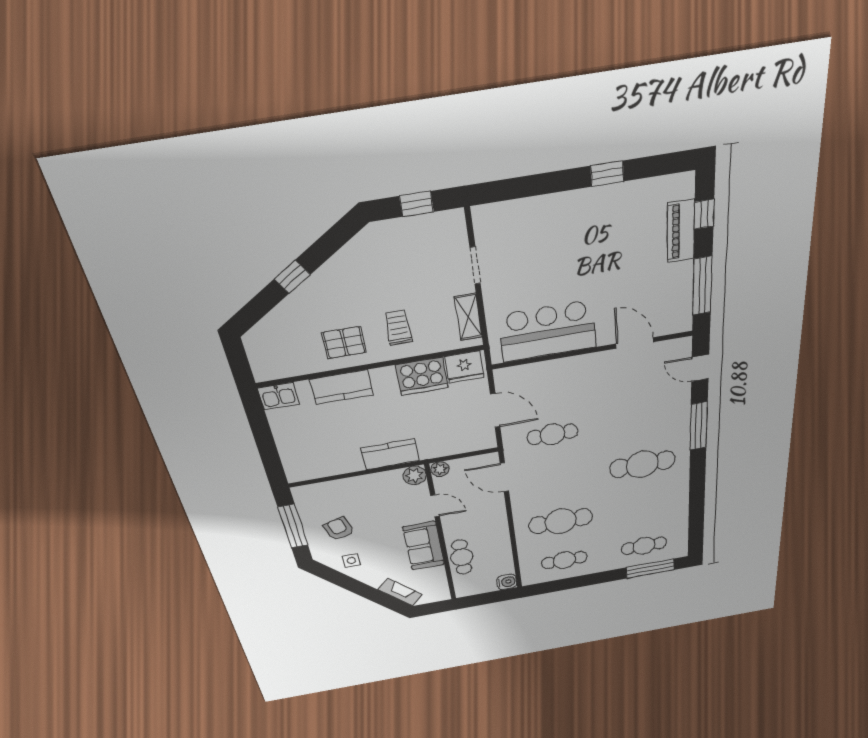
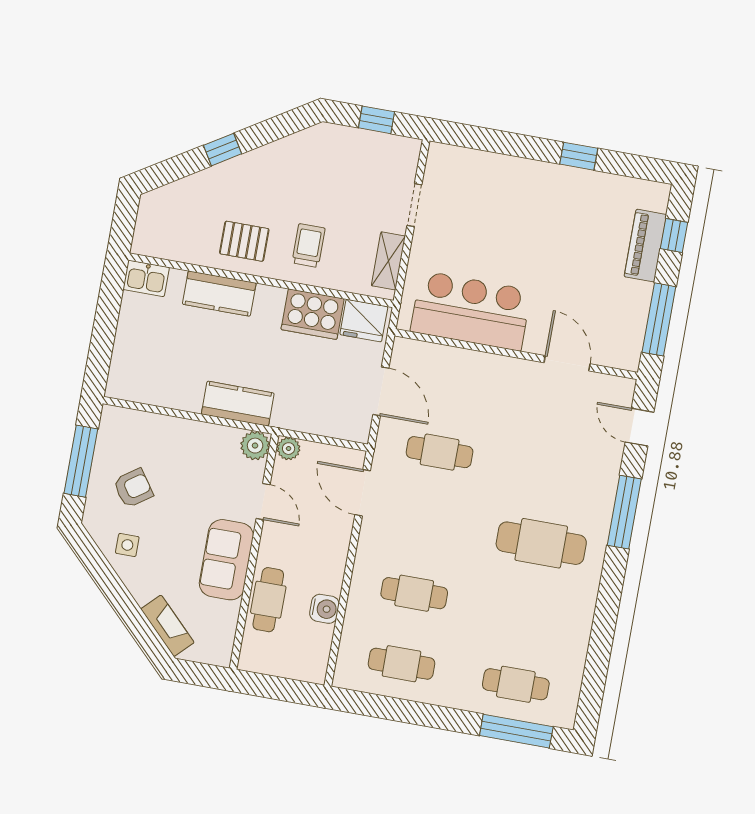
cafe table: (561, 521) -> (414, 593), width x0.73, depth x0.74
armchair: (339, 529) -> (133, 488), turned 71
water cooler: (507, 582) -> (324, 609), moved

